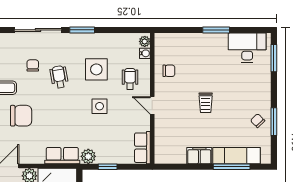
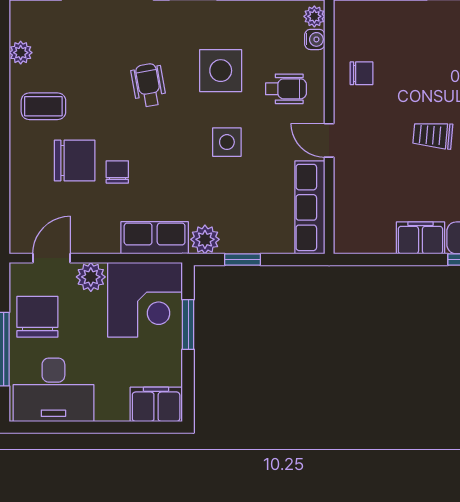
chair: (33, 65) -> (117, 172), moved
wheelchair: (130, 79) -> (286, 89), turned 90
trolley: (206, 103) -> (433, 135), turned 95
row of seats: (142, 148) -> (310, 207), width x1.48

